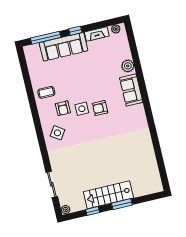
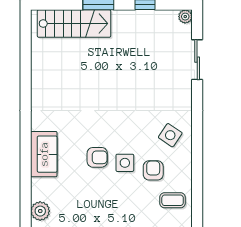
sofa: (131, 90) -> (44, 154), moved
stairs: (108, 195) -> (74, 24), moved

